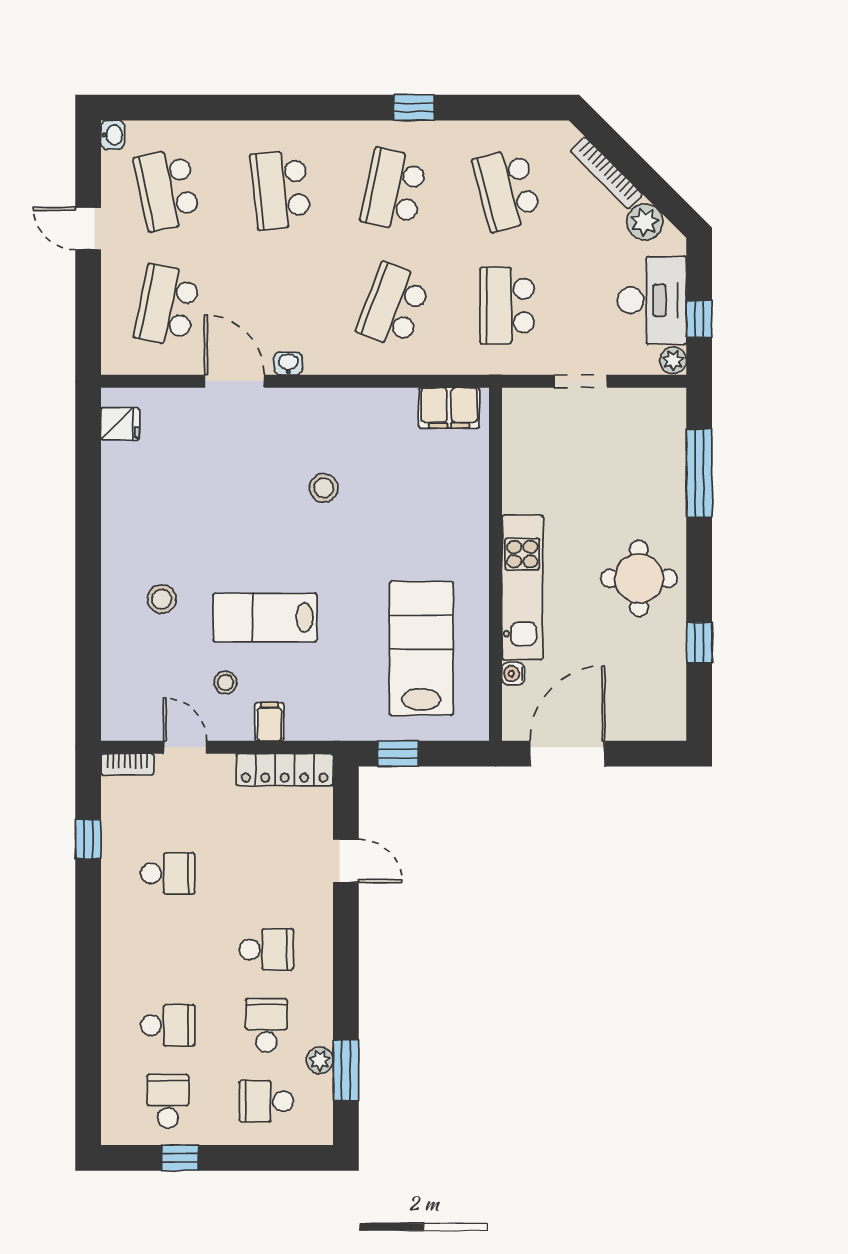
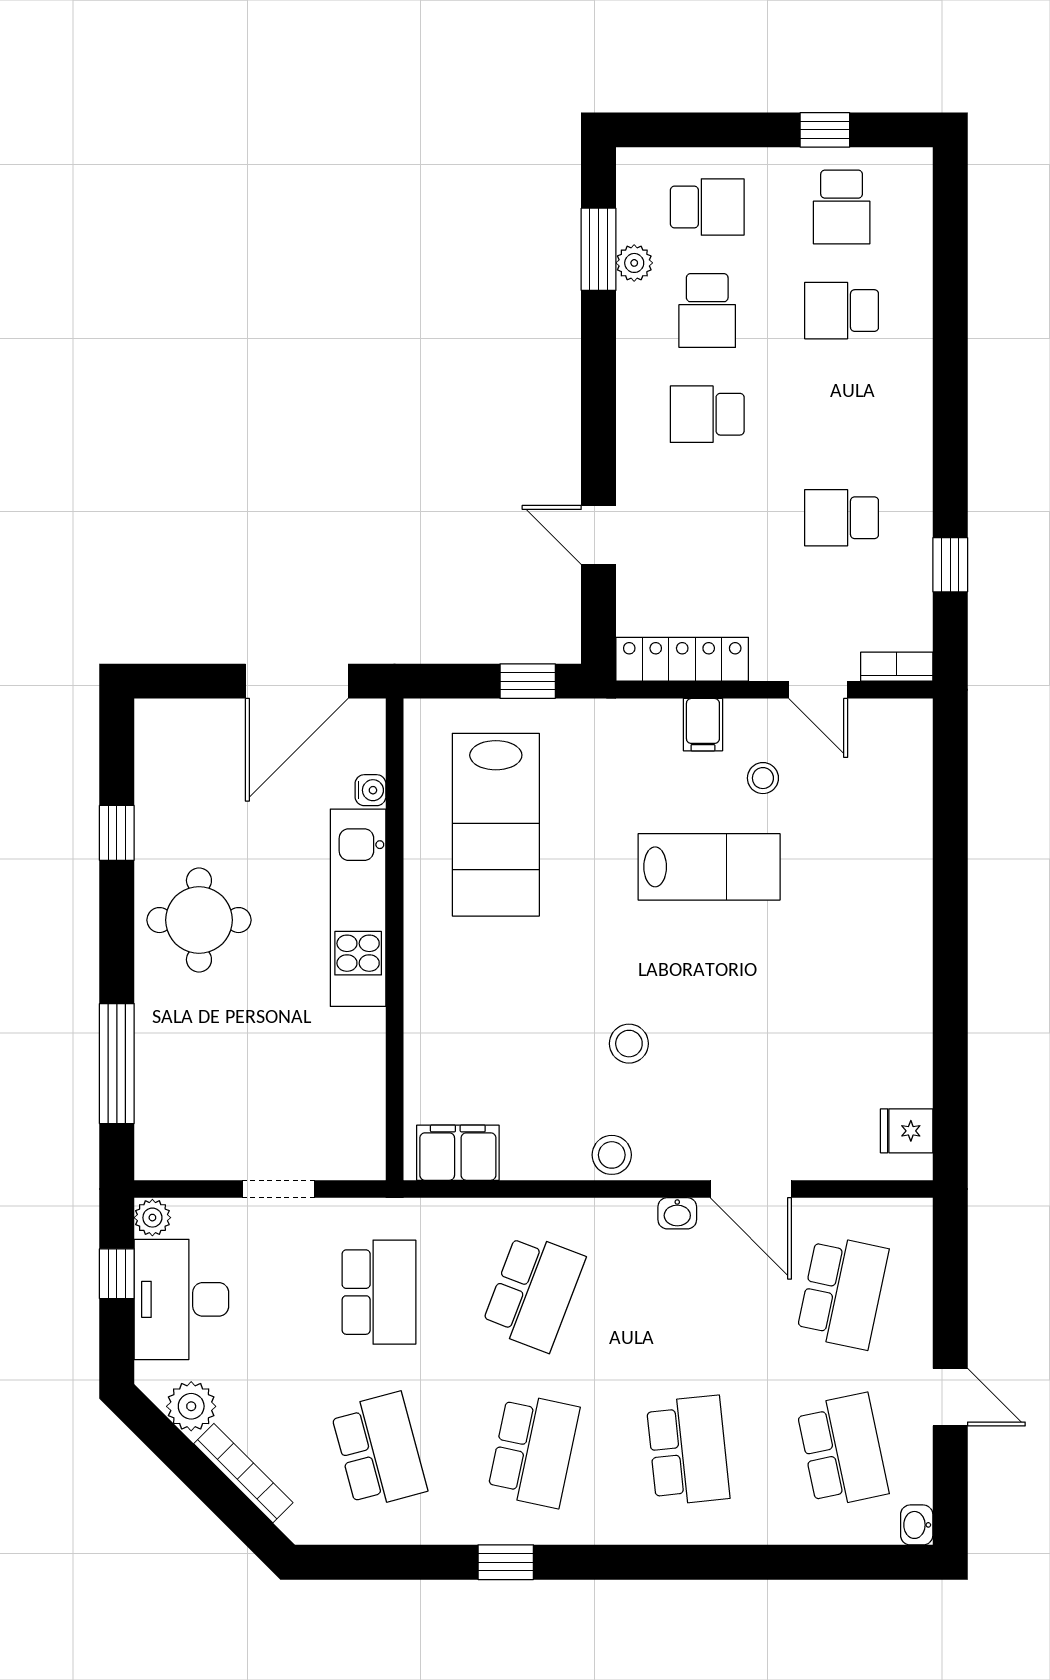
stool: (162, 599) -> (612, 1155), moved

